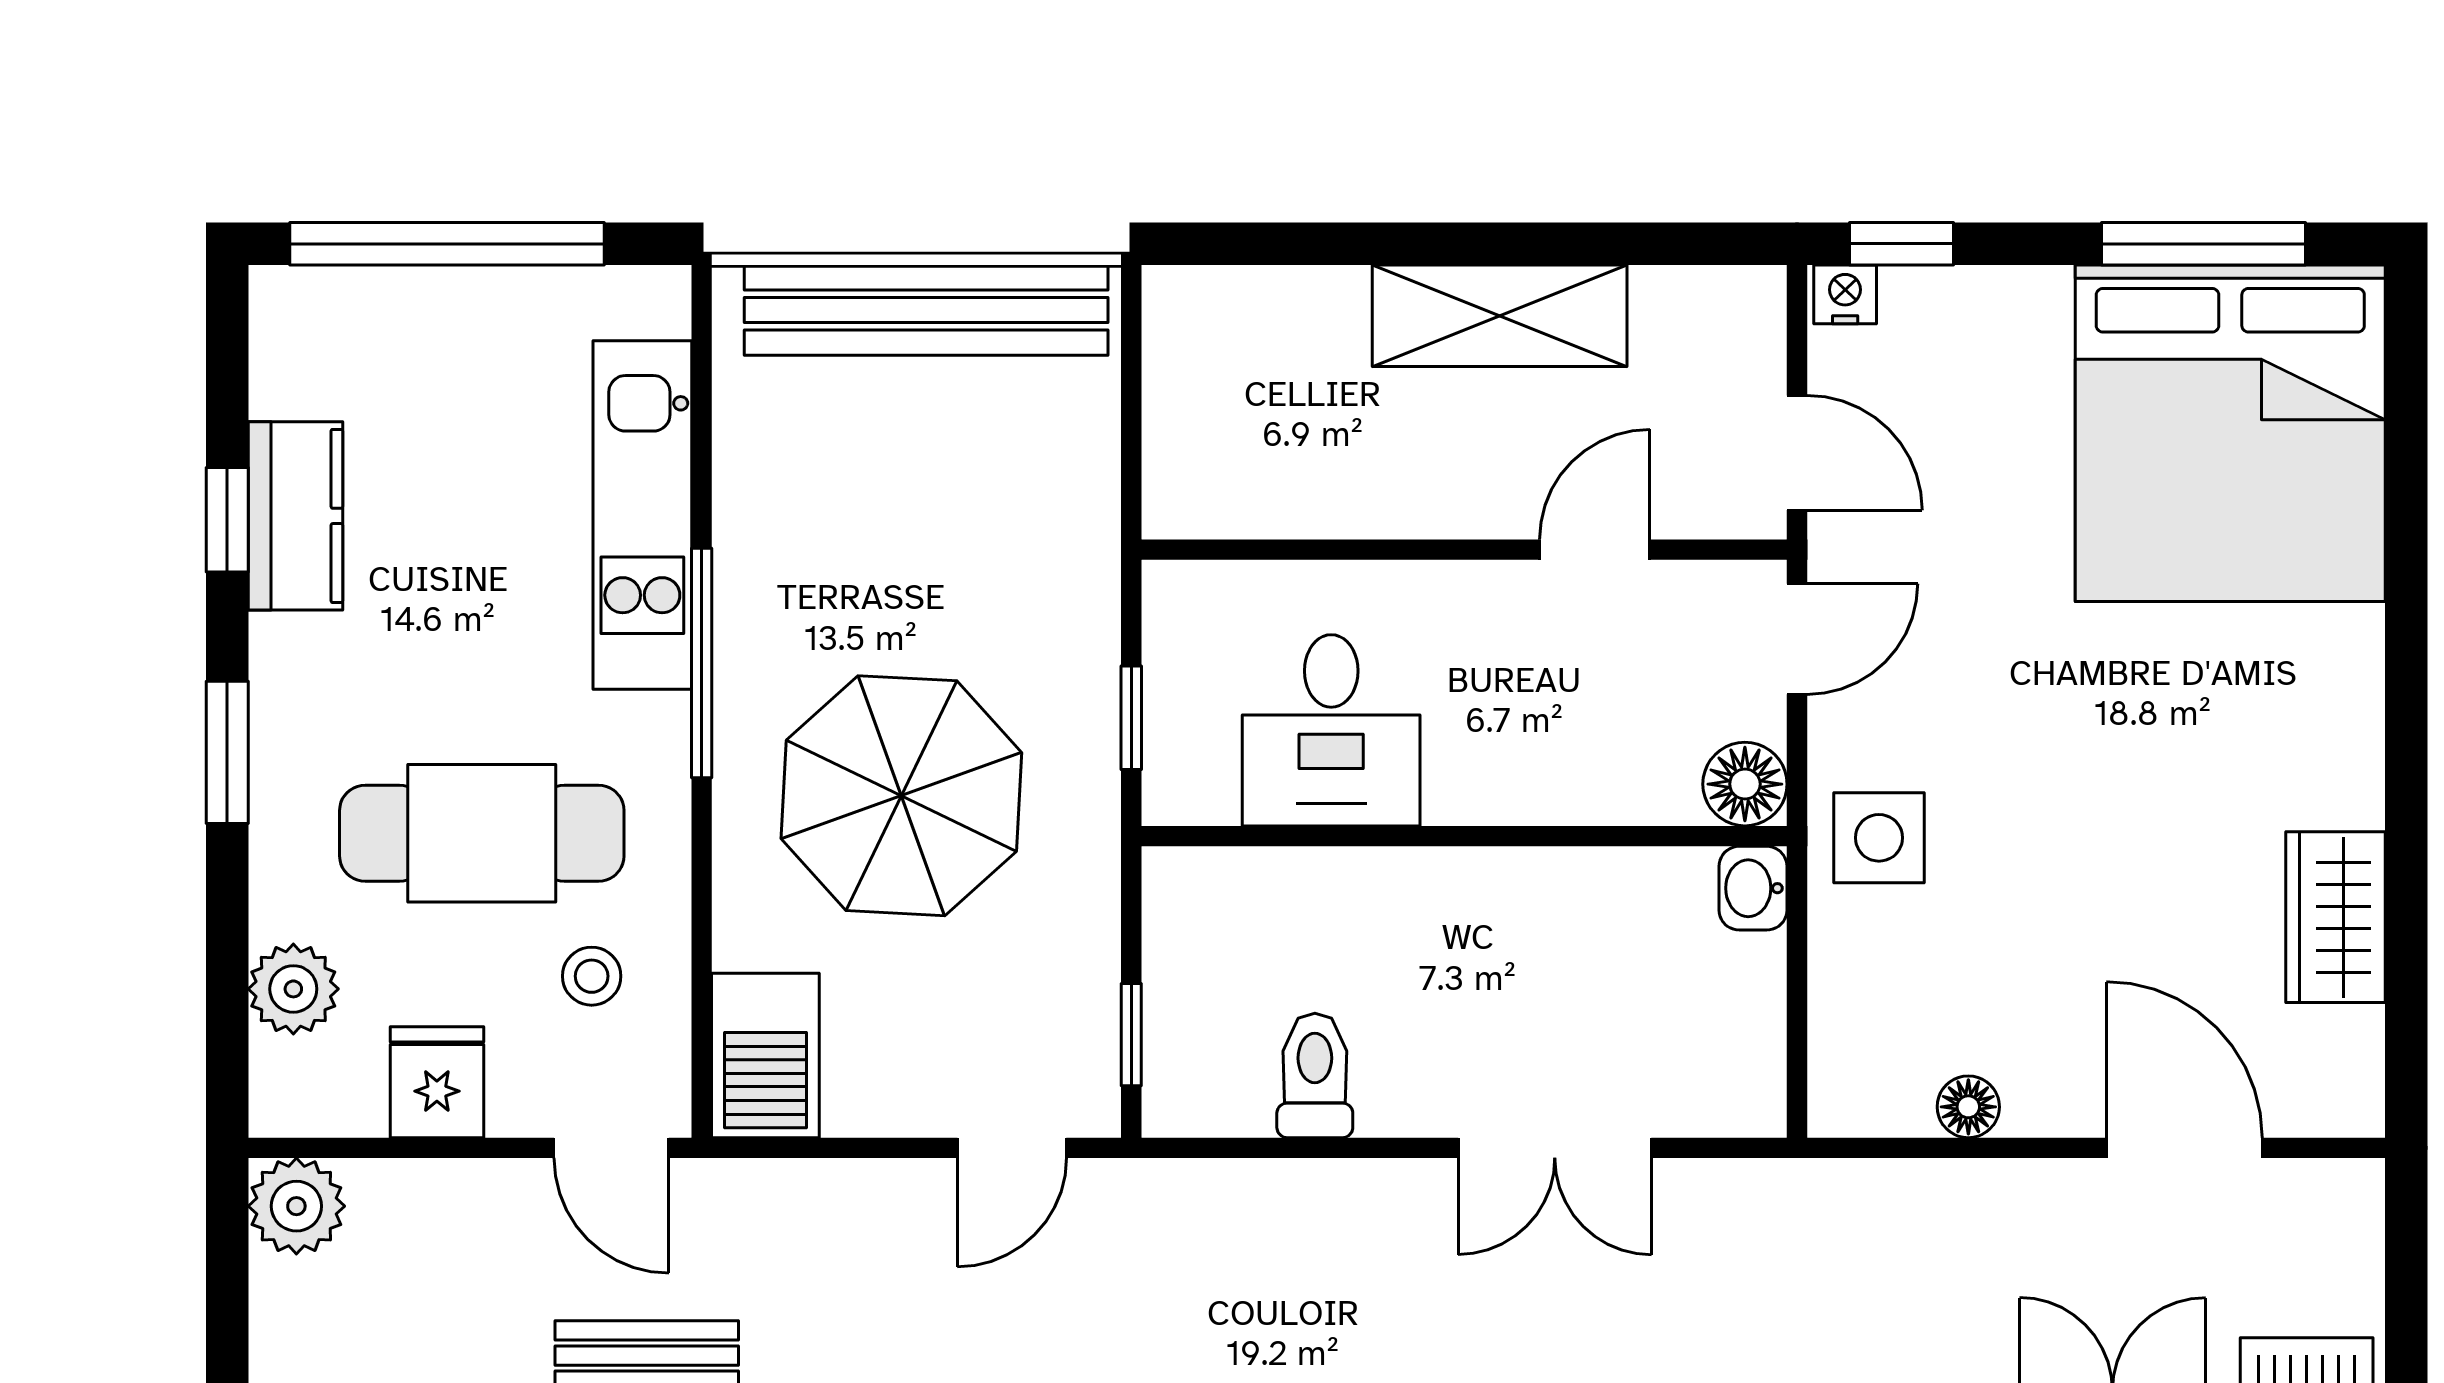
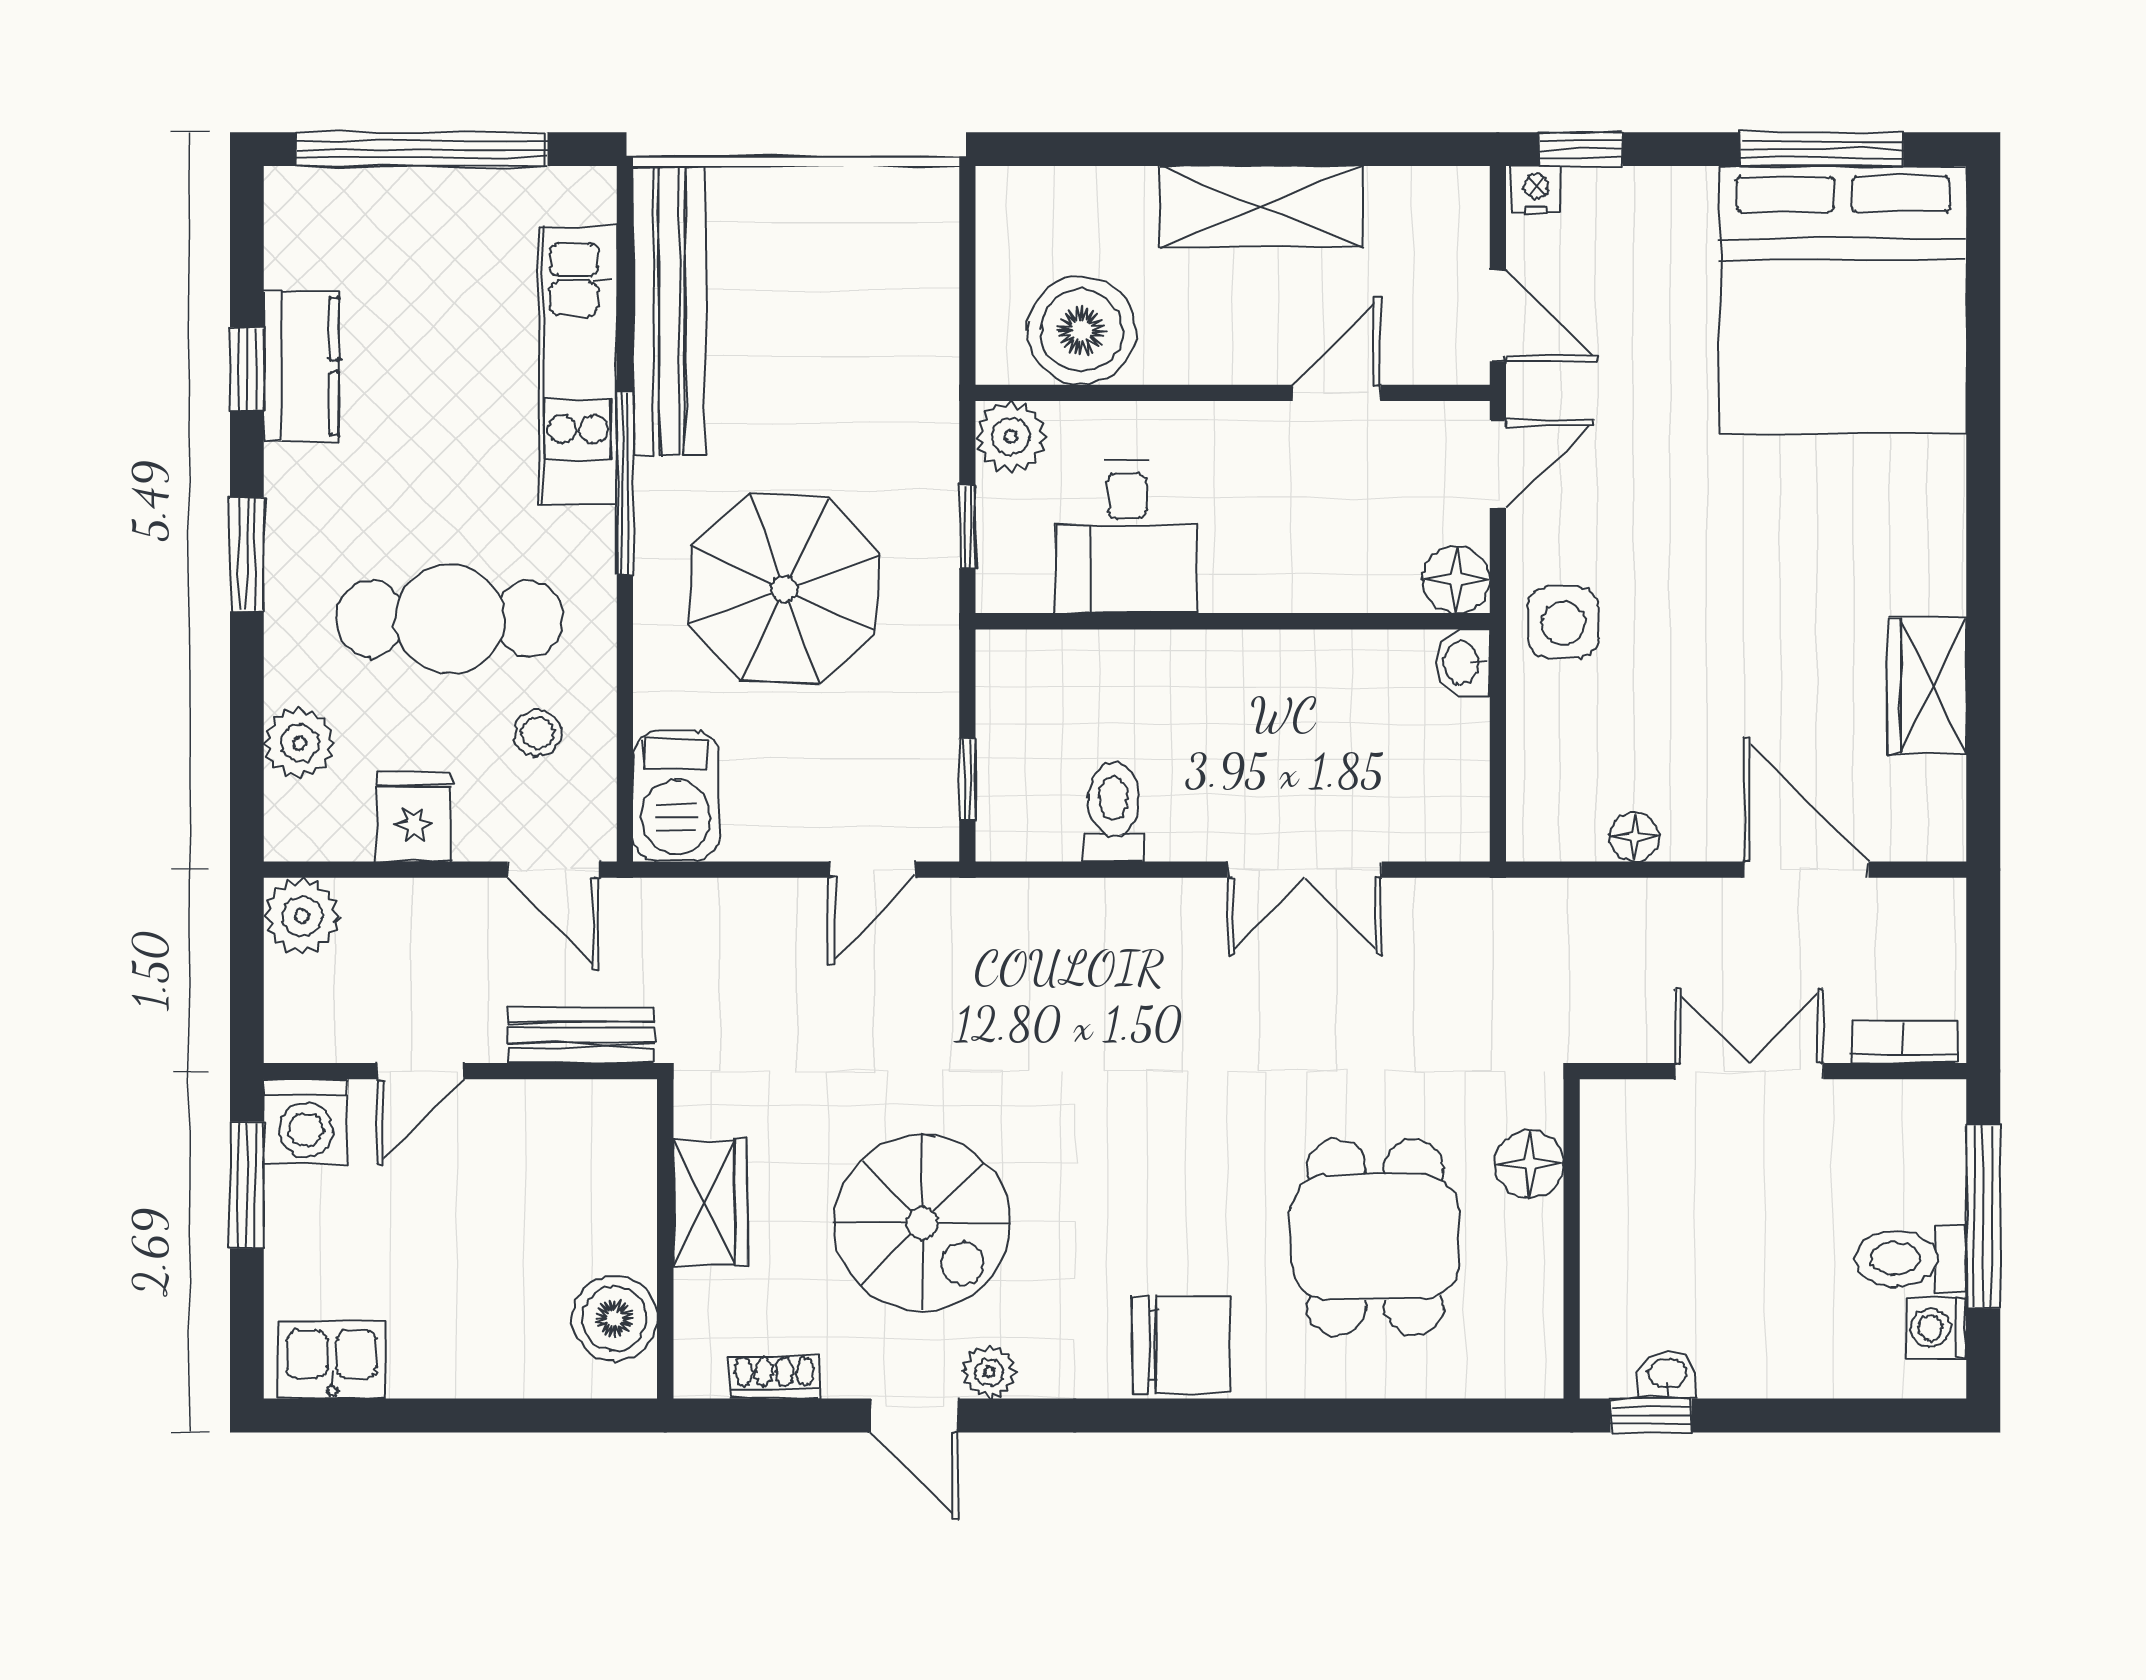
bench: (926, 310) -> (669, 311), moved, turned 90
boiler: (1274, 471) -> (1081, 331), added
plant: (1186, 604) -> (1011, 436), added

